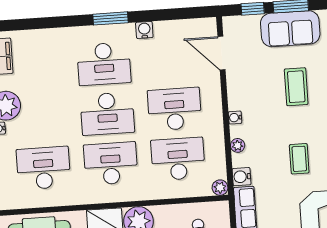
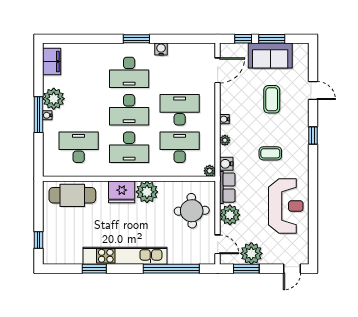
door: (221, 53) -> (218, 70), swing flipped
coffee table: (299, 159) -> (270, 153), turned 90
desk: (111, 163) -> (129, 147), turned 180

